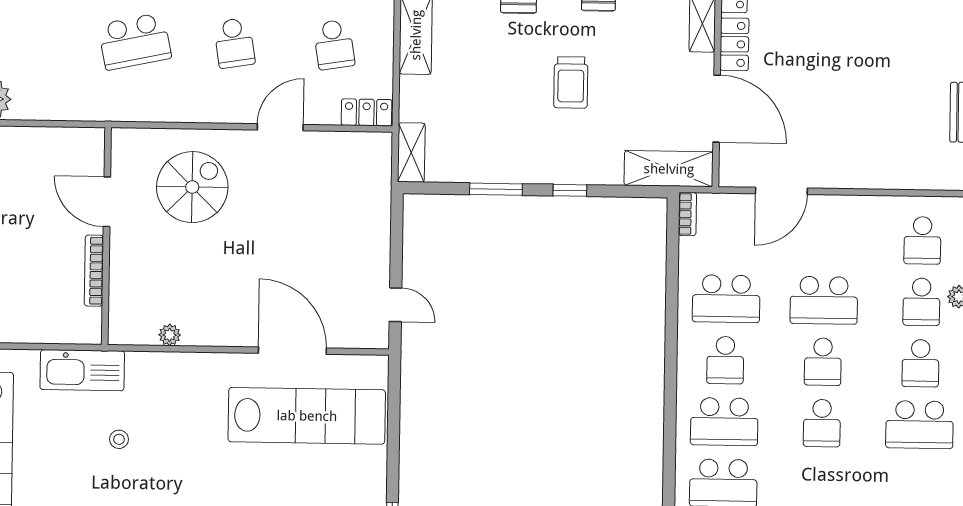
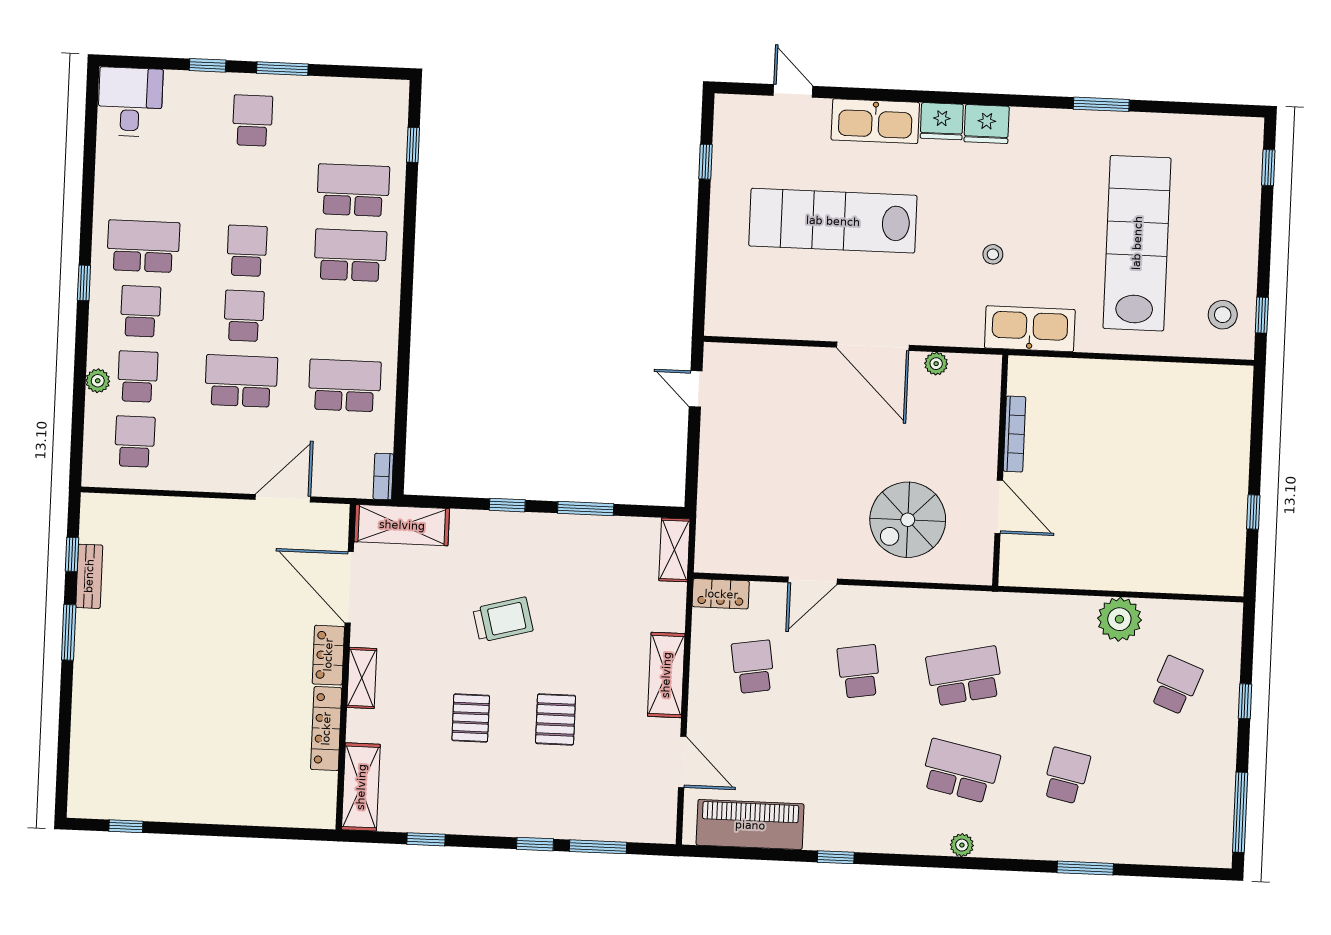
trolley: (571, 82) -> (503, 620), turned 75
door: (292, 351) -> (873, 346), moved
school desk: (725, 360) -> (347, 320), removed
lab bench: (307, 416) -> (833, 221), moved

